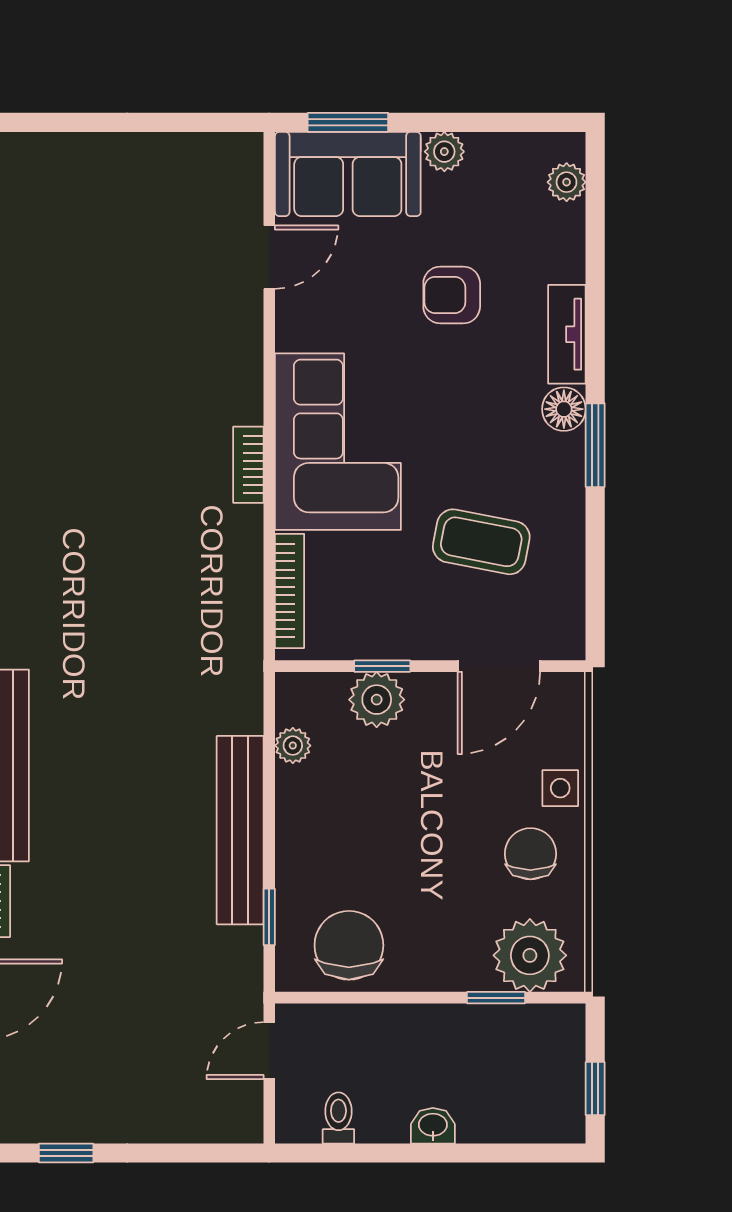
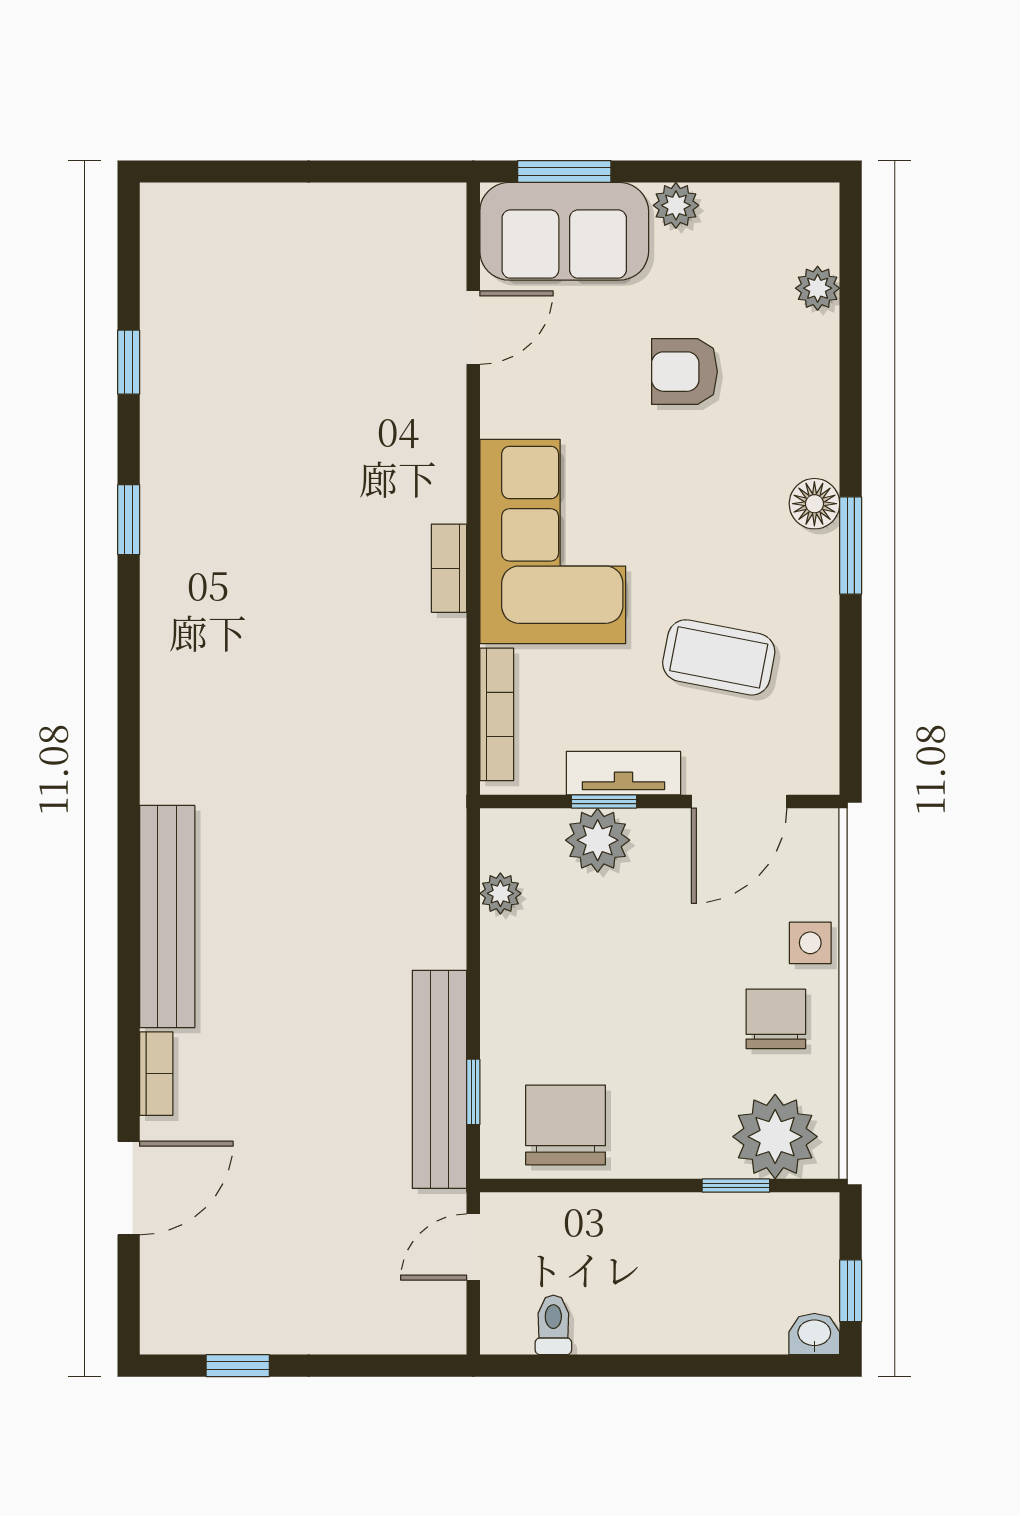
plant: (567, 182) -> (818, 288), moved
tv unit: (567, 334) -> (623, 773), moved, turned 90
bench: (240, 830) -> (439, 1079), moved
washbasin: (433, 1126) -> (814, 1334), moved

